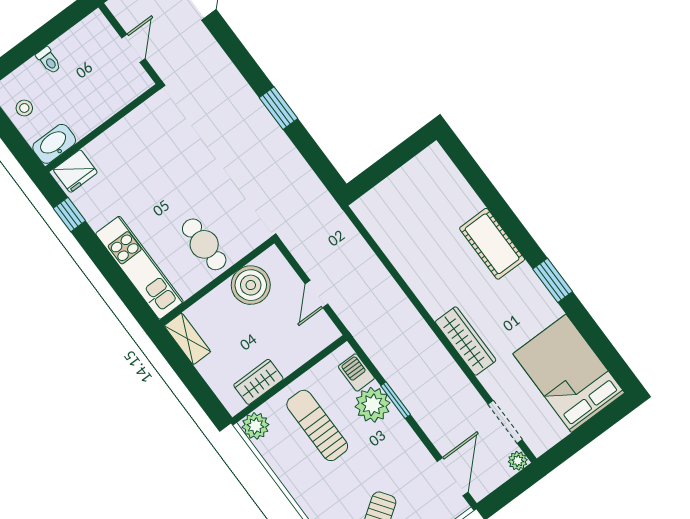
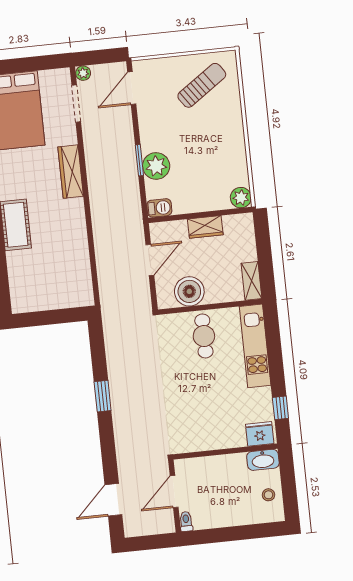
door: (133, 48) -> (174, 492), width x1.38
toilet: (49, 60) -> (186, 521), moved
door: (316, 294) -> (150, 260), width x1.38
barbecue: (356, 372) -> (159, 208), moved, turned -90
wardrobe: (258, 382) -> (205, 227), moved
sun lounger: (317, 425) -> (200, 174), removed

